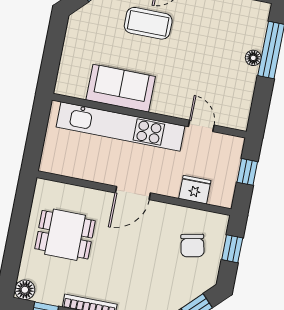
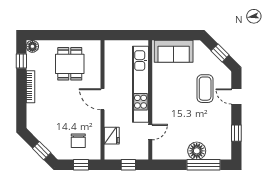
floor lamp: (253, 58) -> (197, 151), width x1.89, depth x1.89
sofa: (121, 88) -> (174, 51), moved, turned 90
chair: (192, 246) -> (78, 141), turned -78

